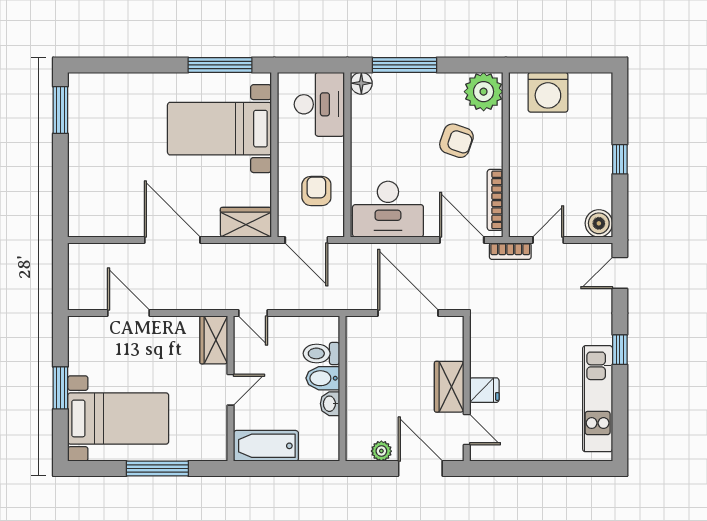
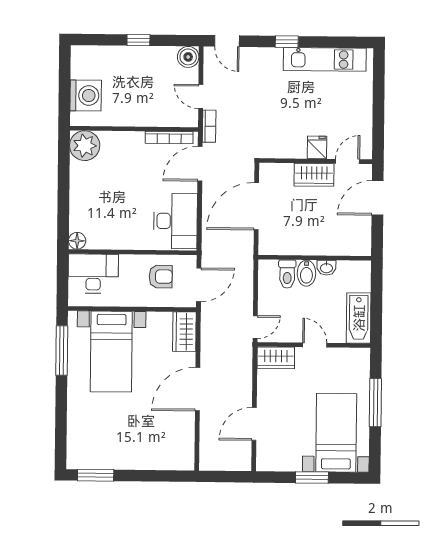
window: (405, 65) -> (63, 207), removed
armchair: (456, 141) -> (123, 167), removed
armchair: (316, 191) -> (161, 277), turned 180
plant: (381, 451) -> (364, 228), removed

